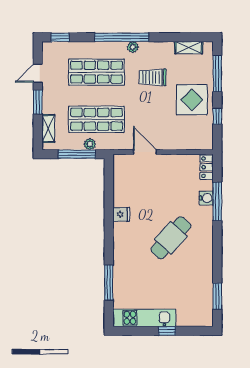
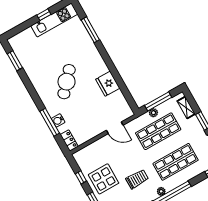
fridge: (121, 214) -> (108, 84), width x1.88, depth x1.34
window: (167, 331) -> (44, 15), moved

